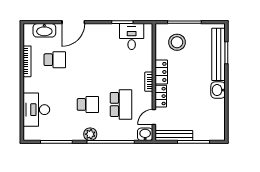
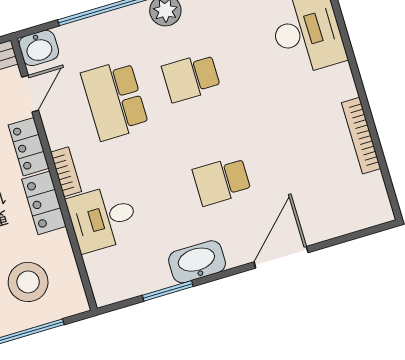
washbasin: (44, 30) -> (197, 262), moved
desk: (132, 37) -> (103, 218), moved, turned 90
school desk: (55, 60) -> (222, 181), moved

